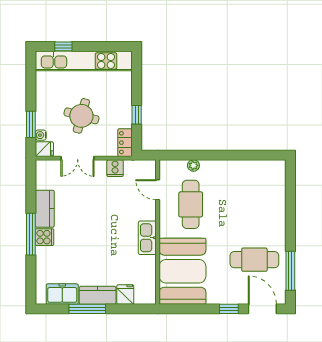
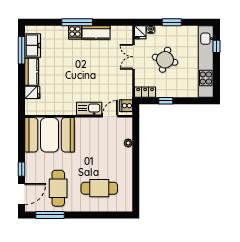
window: (31, 124) -> (172, 22), moved
cooker: (115, 168) -> (126, 106), moved
cafe table: (191, 204) -> (99, 188), moved
kitchen sink: (147, 238) -> (89, 109), moved
window: (87, 309) -> (22, 50), moved

